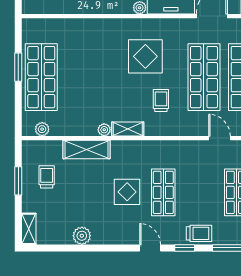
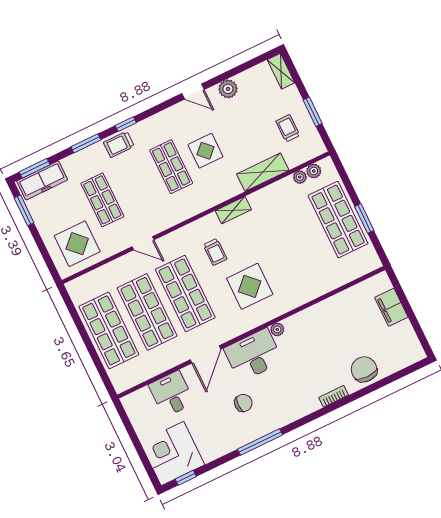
plant: (104, 130) -> (300, 177), moved
trolley: (47, 177) -> (288, 128), turned 180
door: (150, 248) -> (193, 92), moved

